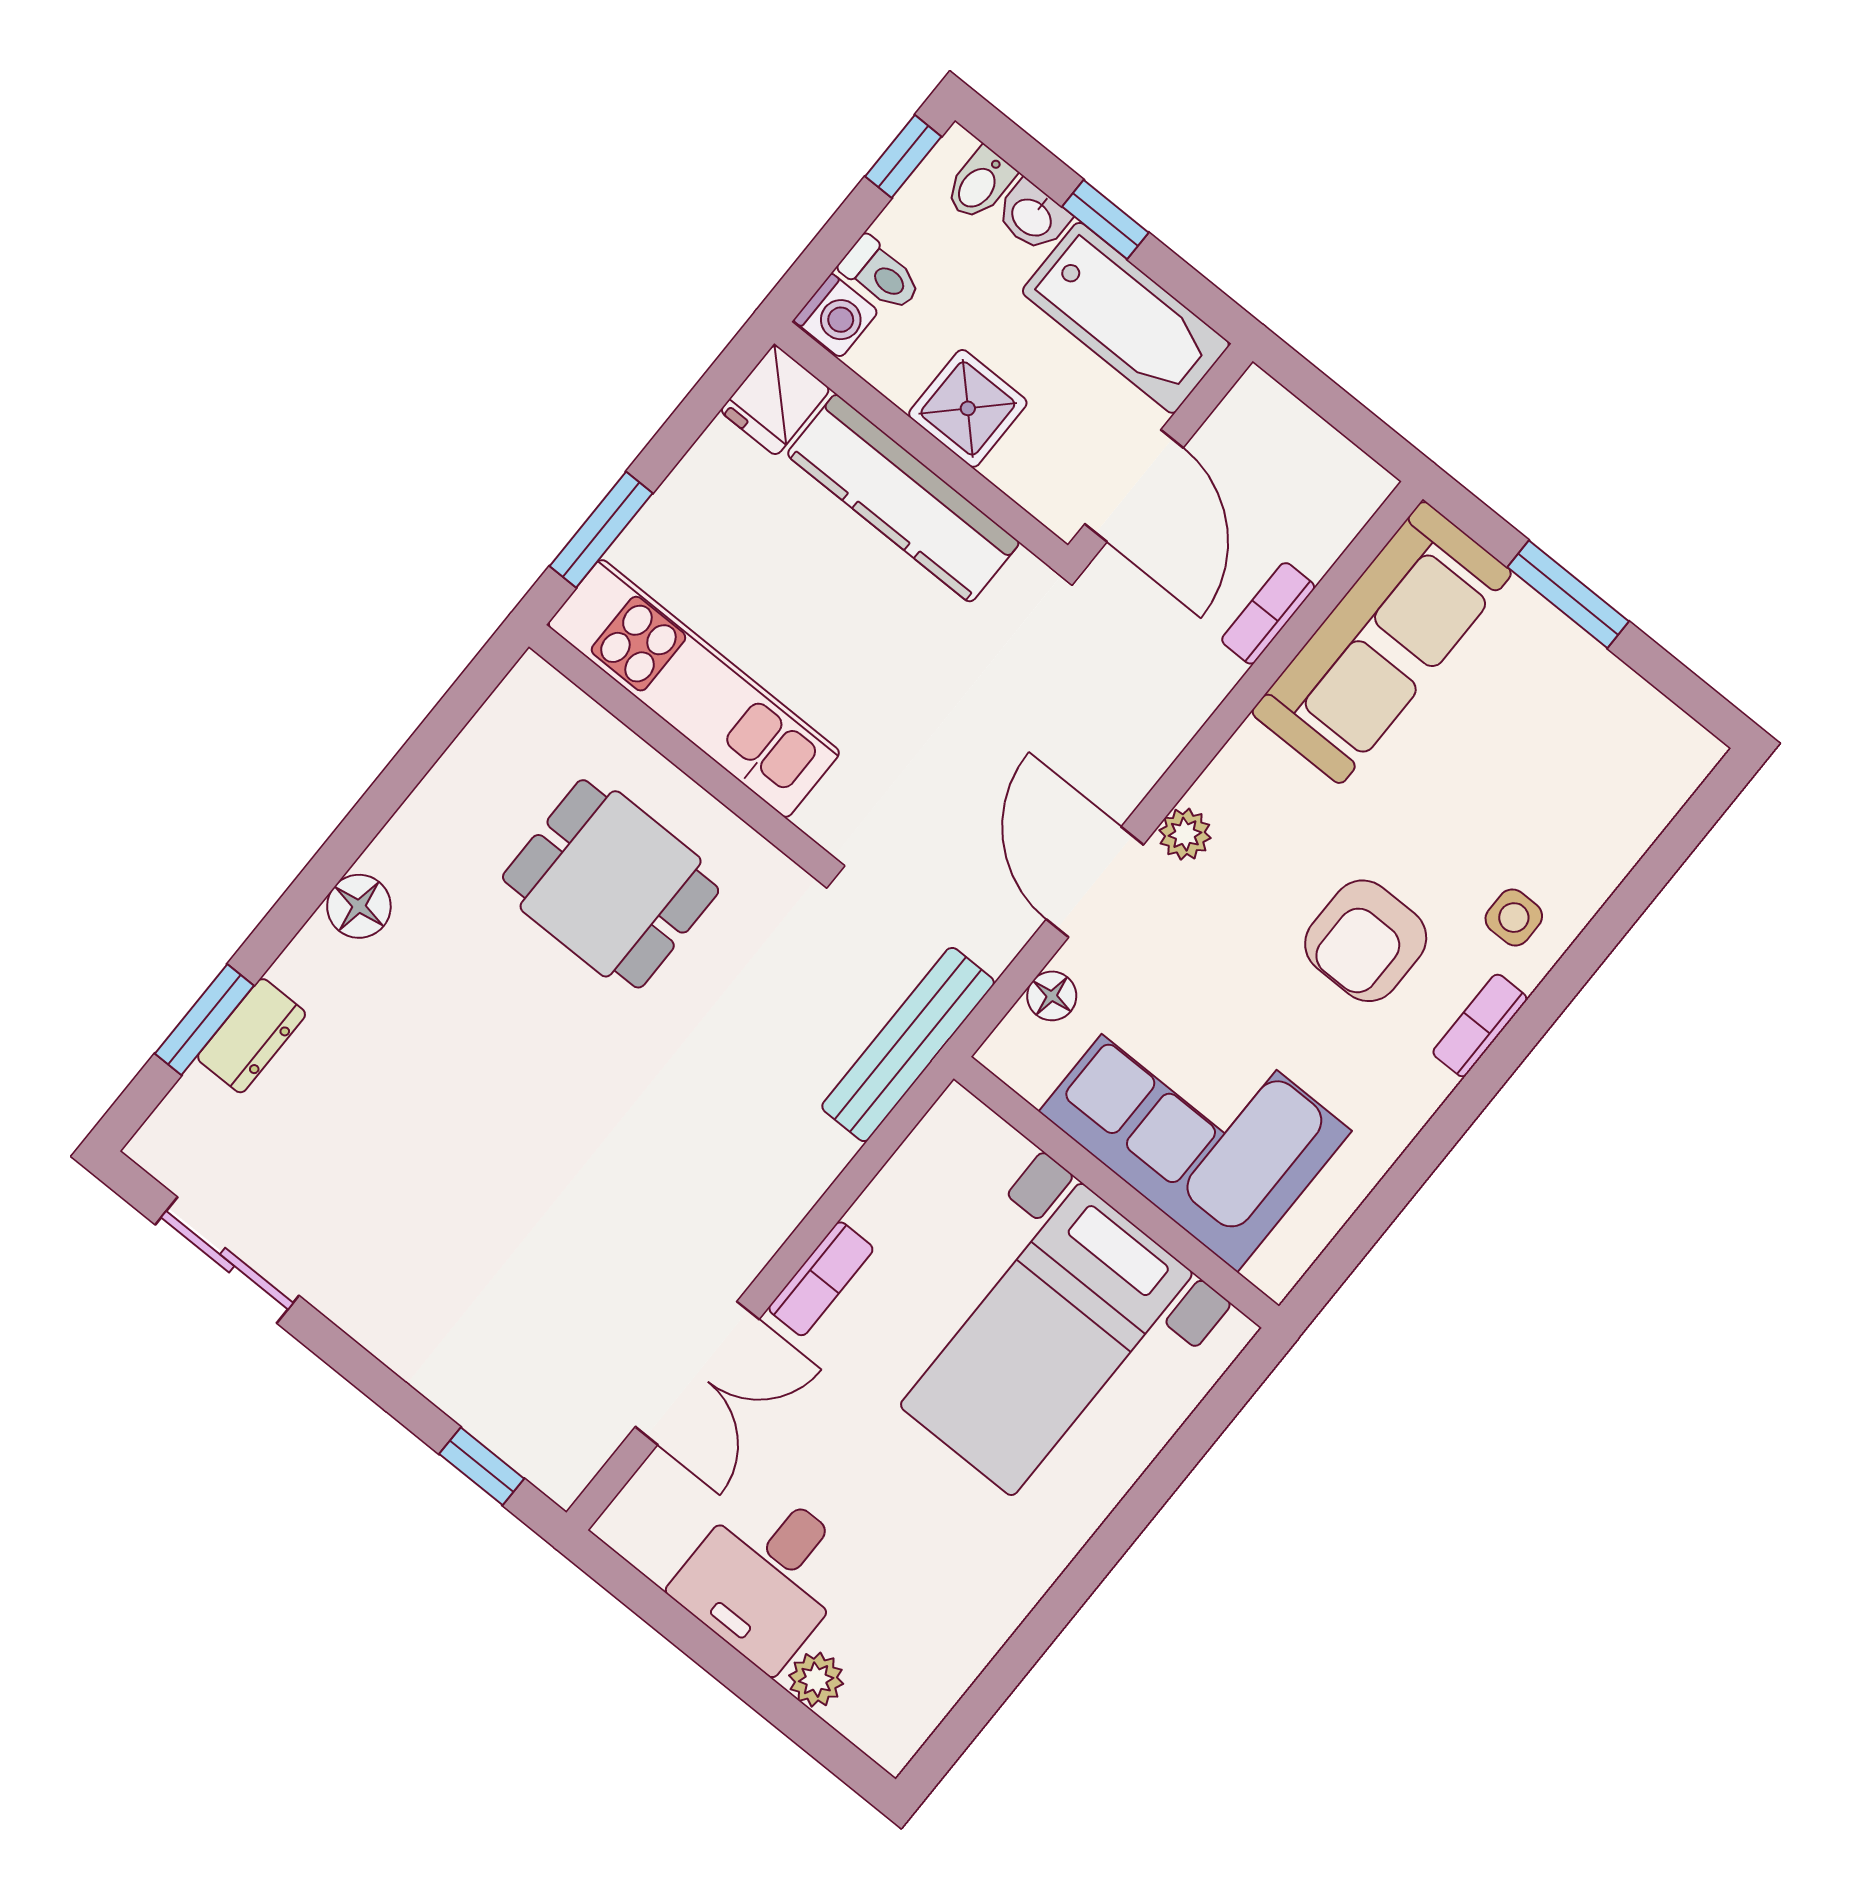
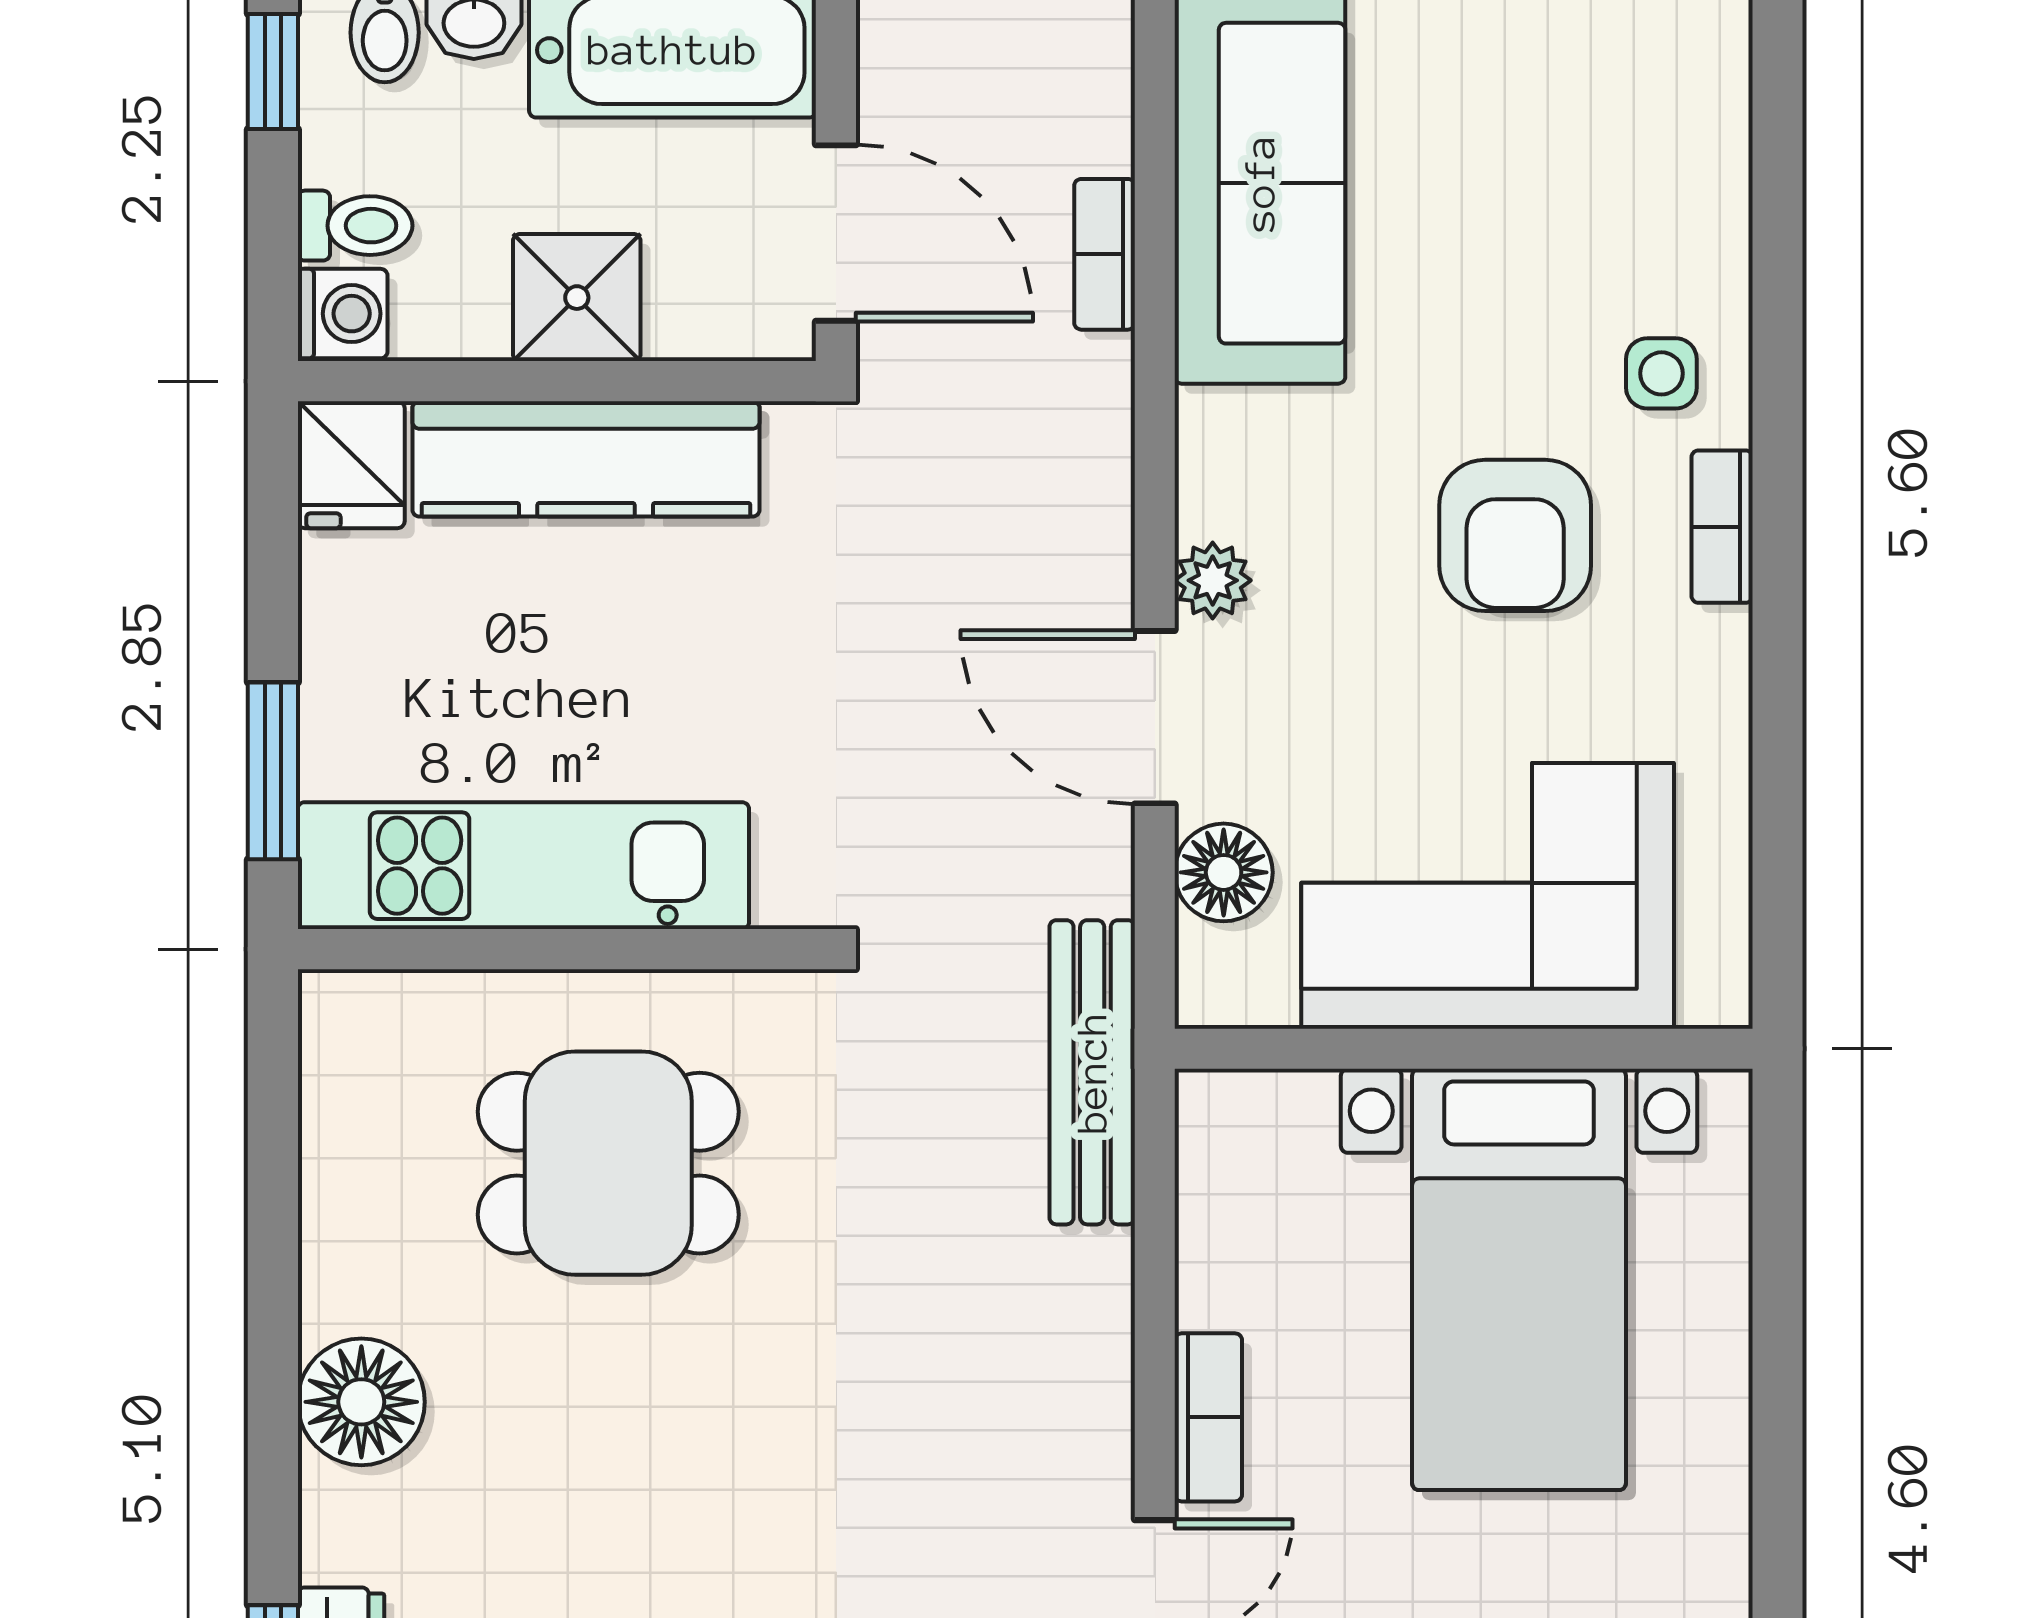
floor lamp: (359, 906) -> (361, 1402), width x1.38, depth x1.38
floor lamp: (1052, 996) -> (1224, 872), width x1.37, depth x1.37

